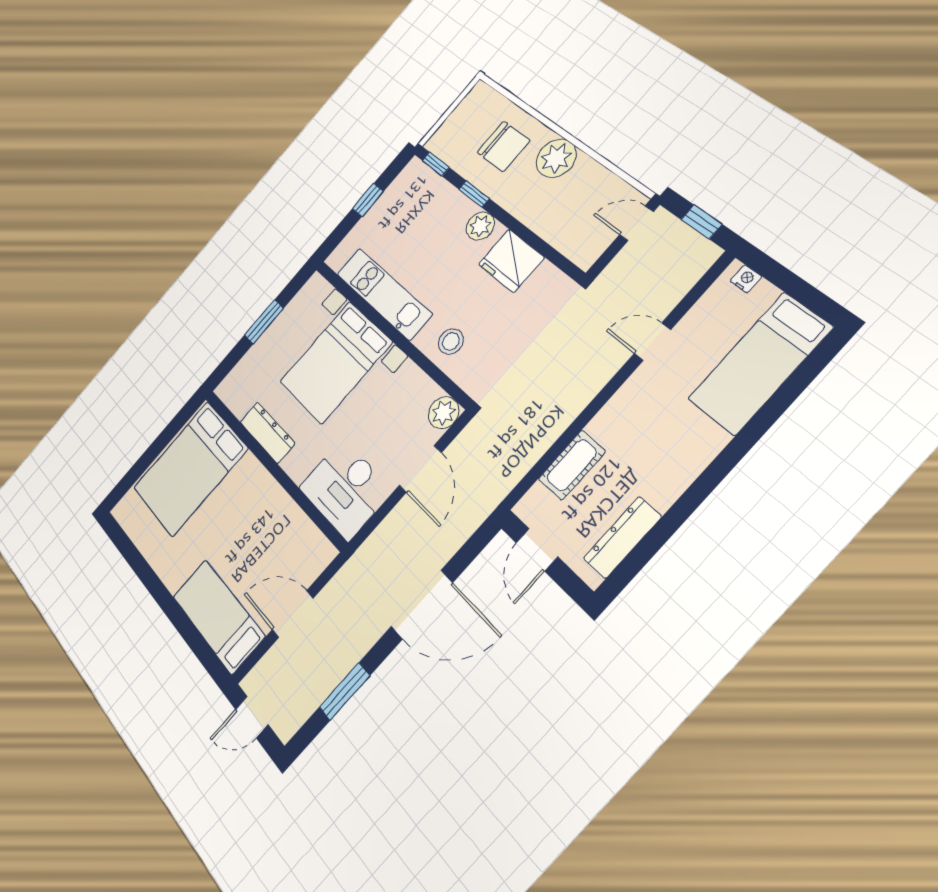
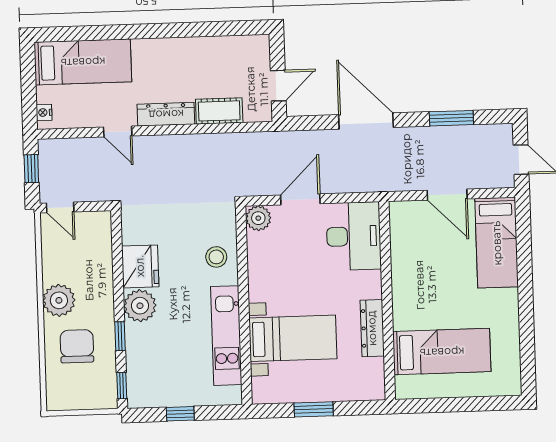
plant: (480, 226) -> (140, 306), width x1.36, depth x1.36
bed with nightstands: (336, 362) -> (293, 338), width x0.73
bed: (190, 469) -> (442, 352), width x0.67
dresser: (622, 538) -> (166, 114), moved, turned 180

